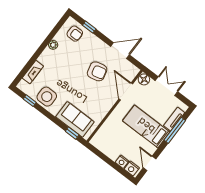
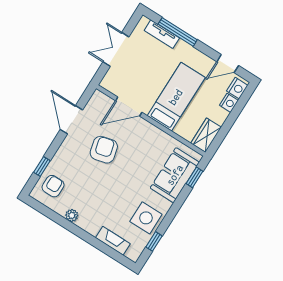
floor lamp: (144, 79) -> (109, 82), removed
bed: (146, 126) -> (176, 97), moved, turned 180
wardrobe: (101, 144) -> (206, 135), added

